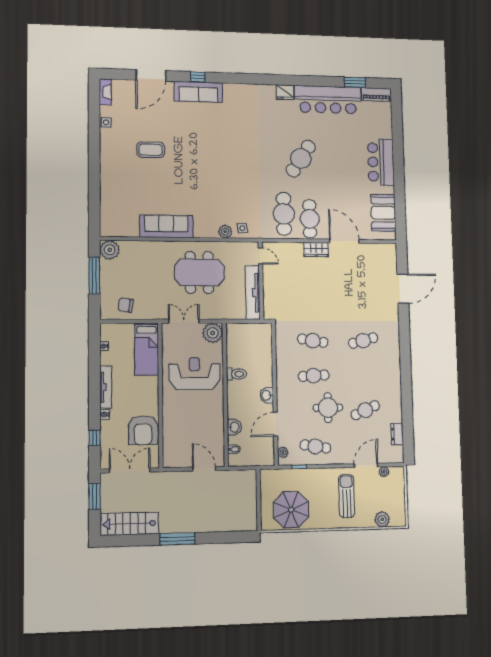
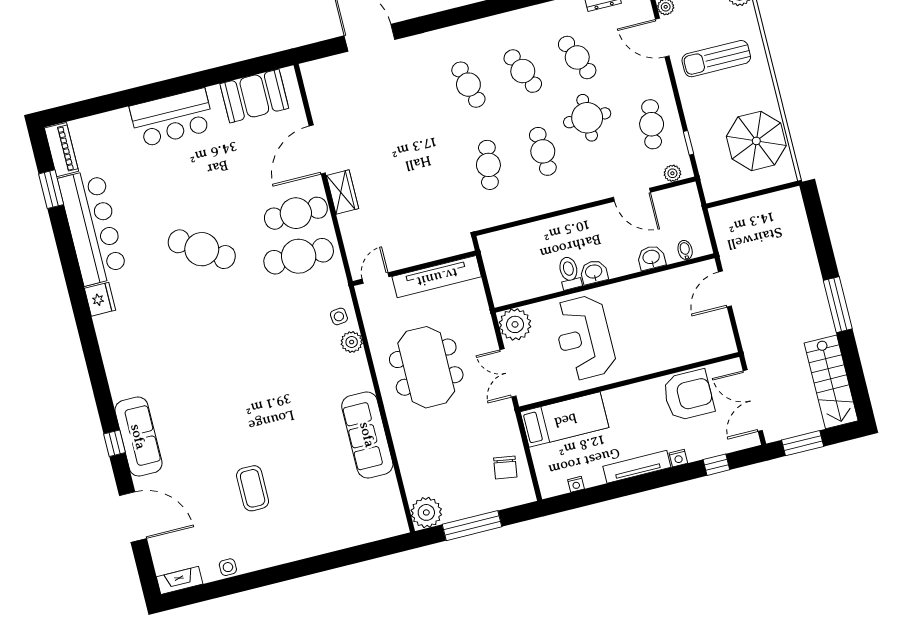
cafe table: (364, 375) -> (523, 71), added
washbasin: (267, 395) -> (594, 272), moved, turned 180

